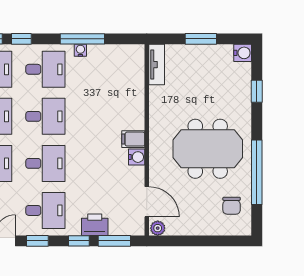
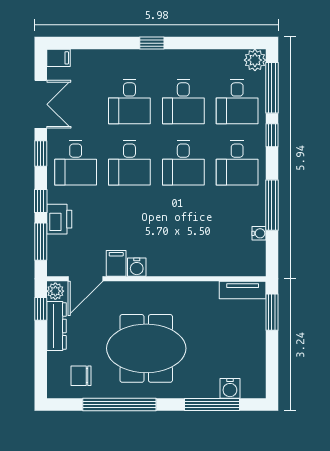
window: (201, 39) -> (272, 312), moved
water cooler: (80, 50) -> (259, 233), moved
water cooler: (243, 53) -> (230, 388), moved
window: (257, 91) -> (212, 404), width x2.17
filing cabinet: (133, 139) -> (116, 263), moved
meeting table: (208, 149) -> (146, 348), turned 90
dresser: (188, 227) -> (57, 326), added
window: (173, 241) -> (41, 309), added

